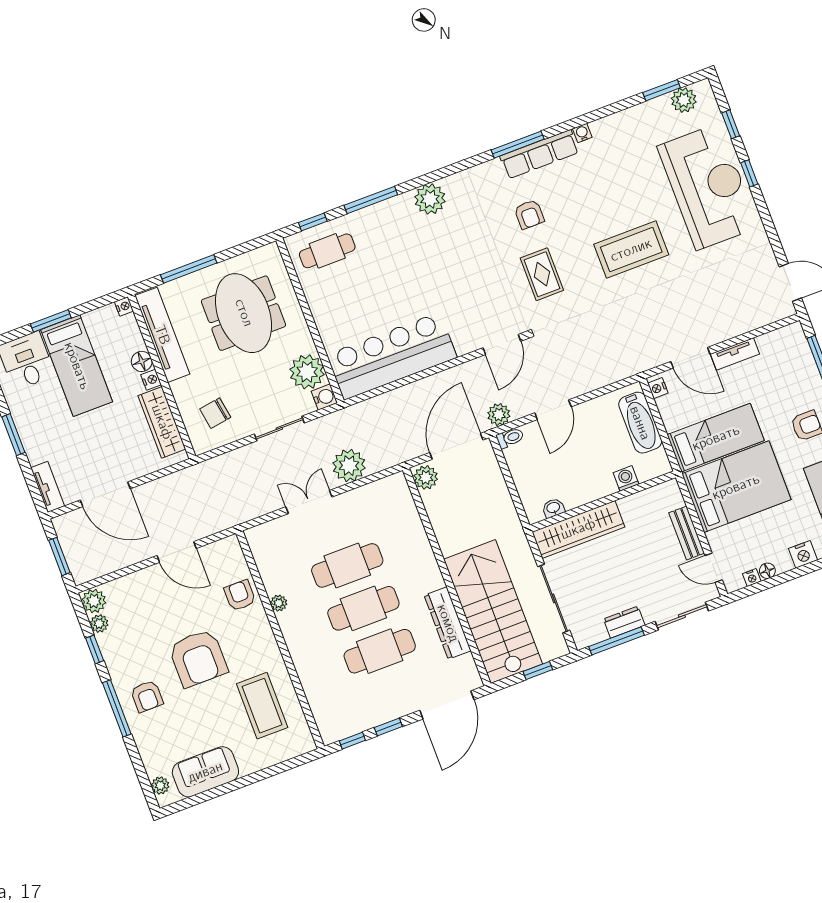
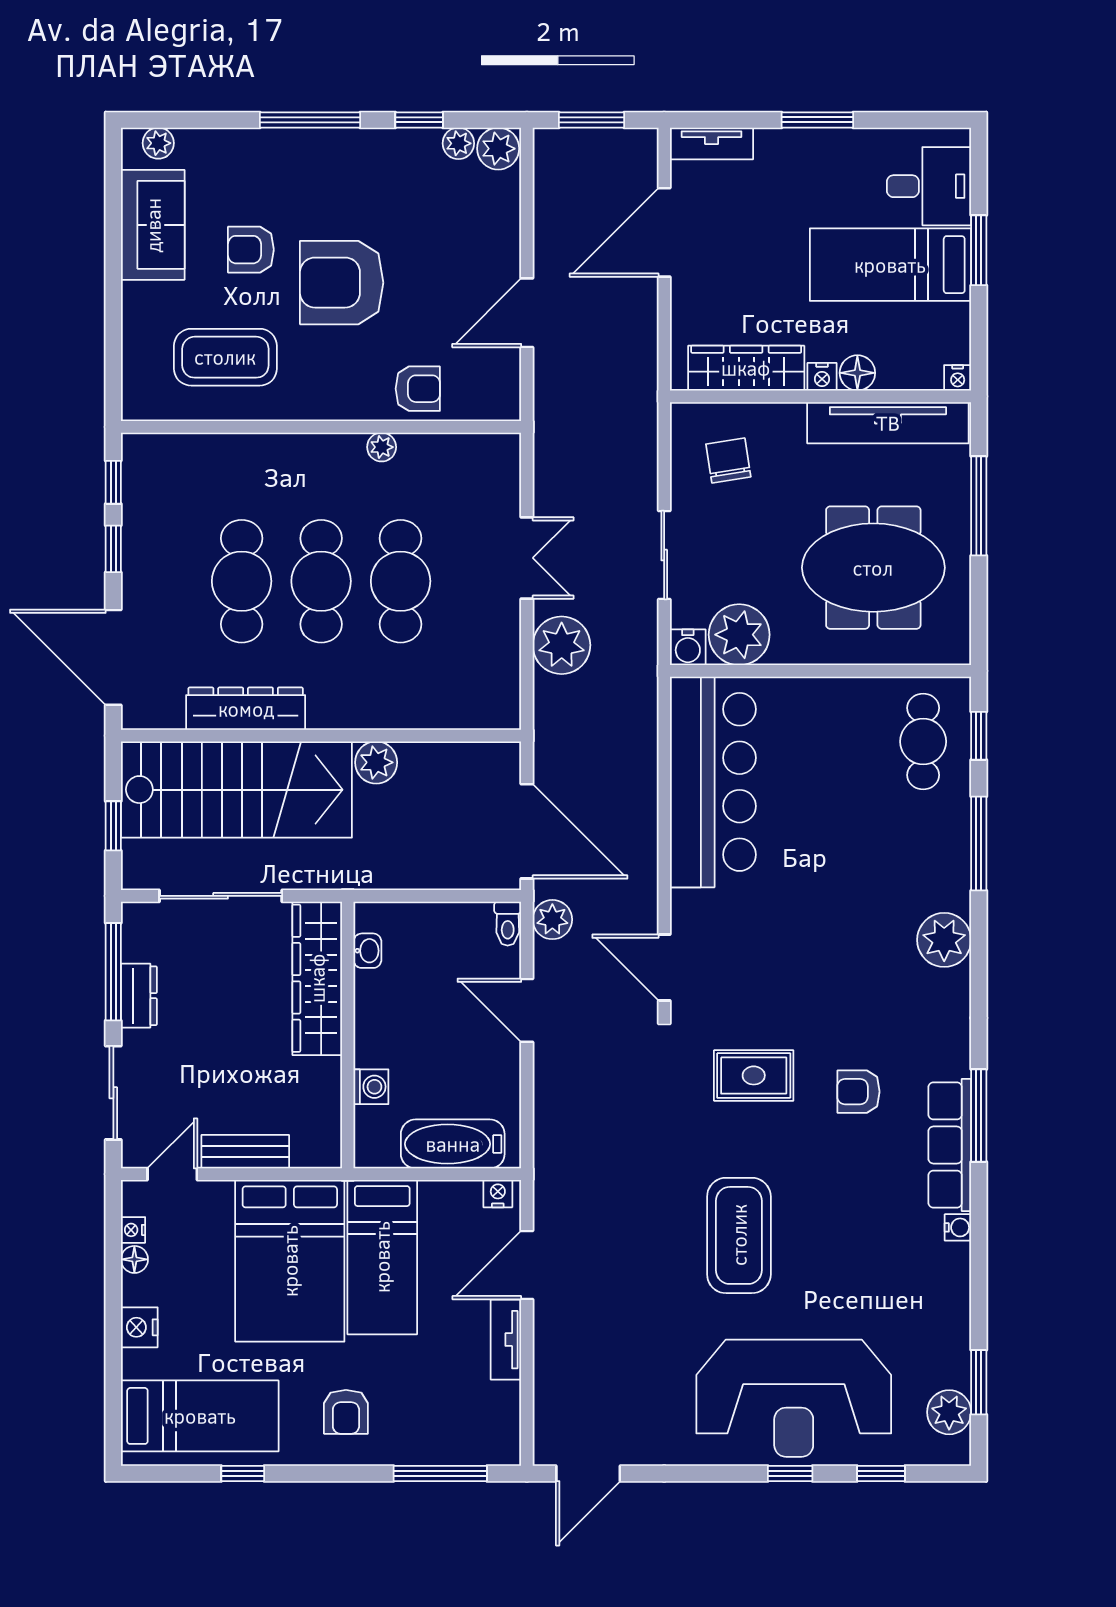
plant: (426, 477) -> (376, 762), moved
armchair: (147, 696) -> (251, 250), moved

